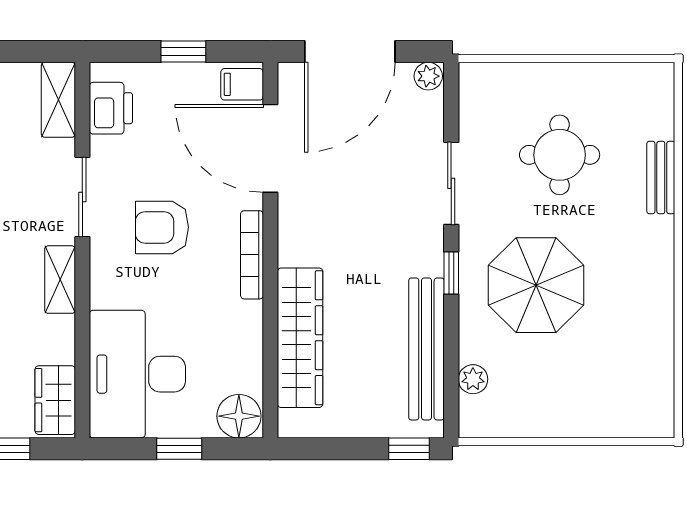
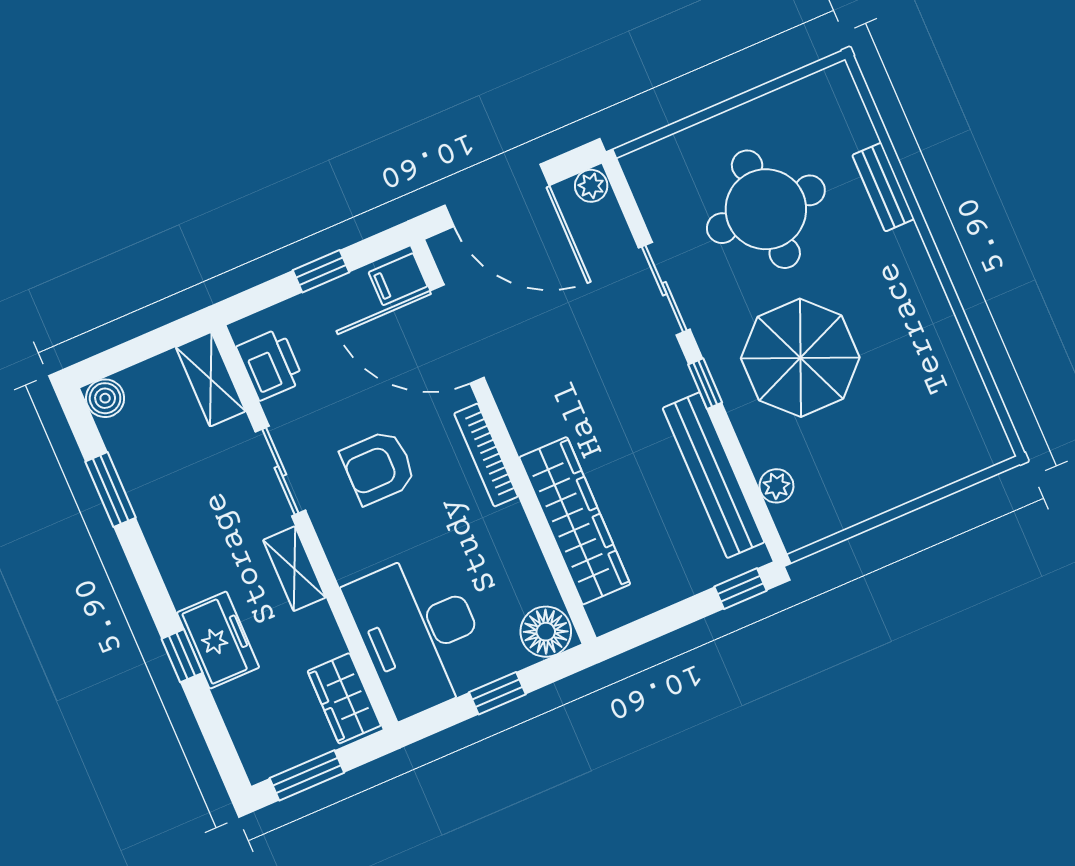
door: (350, 51) -> (497, 195), hinge flipped
round table: (560, 155) -> (766, 209), width x1.36, depth x1.36

